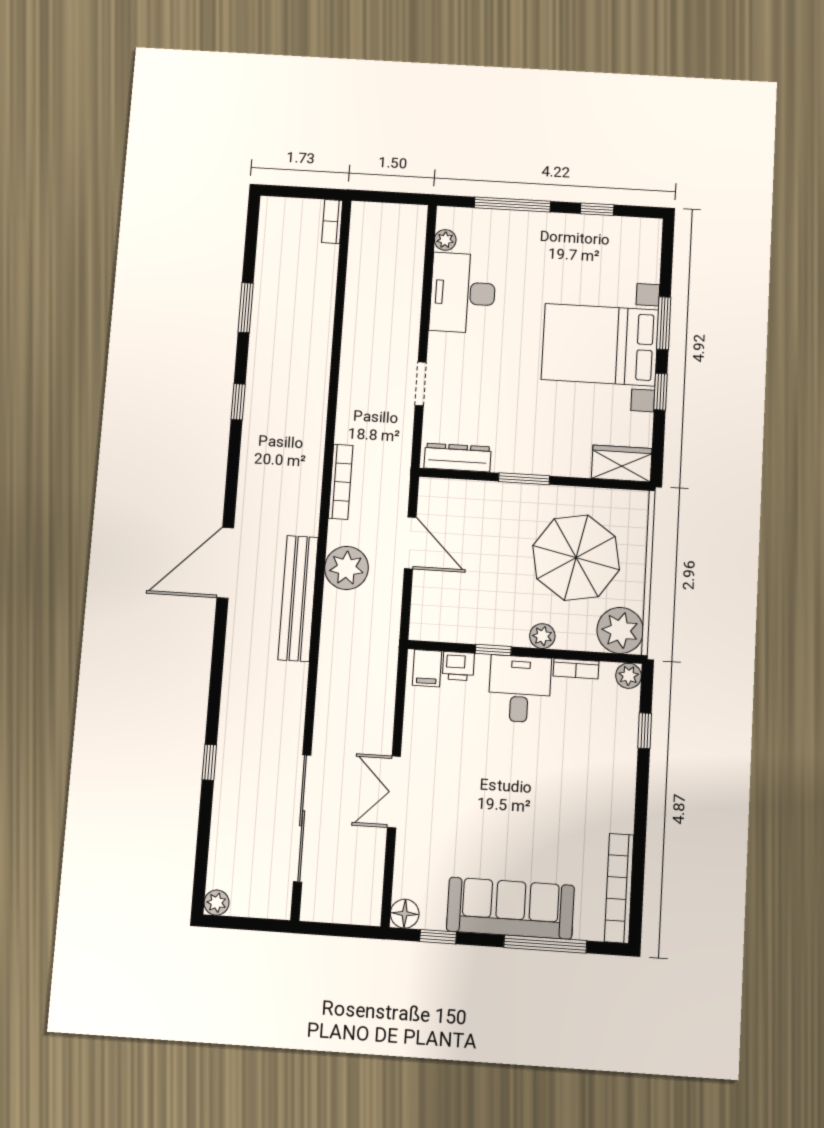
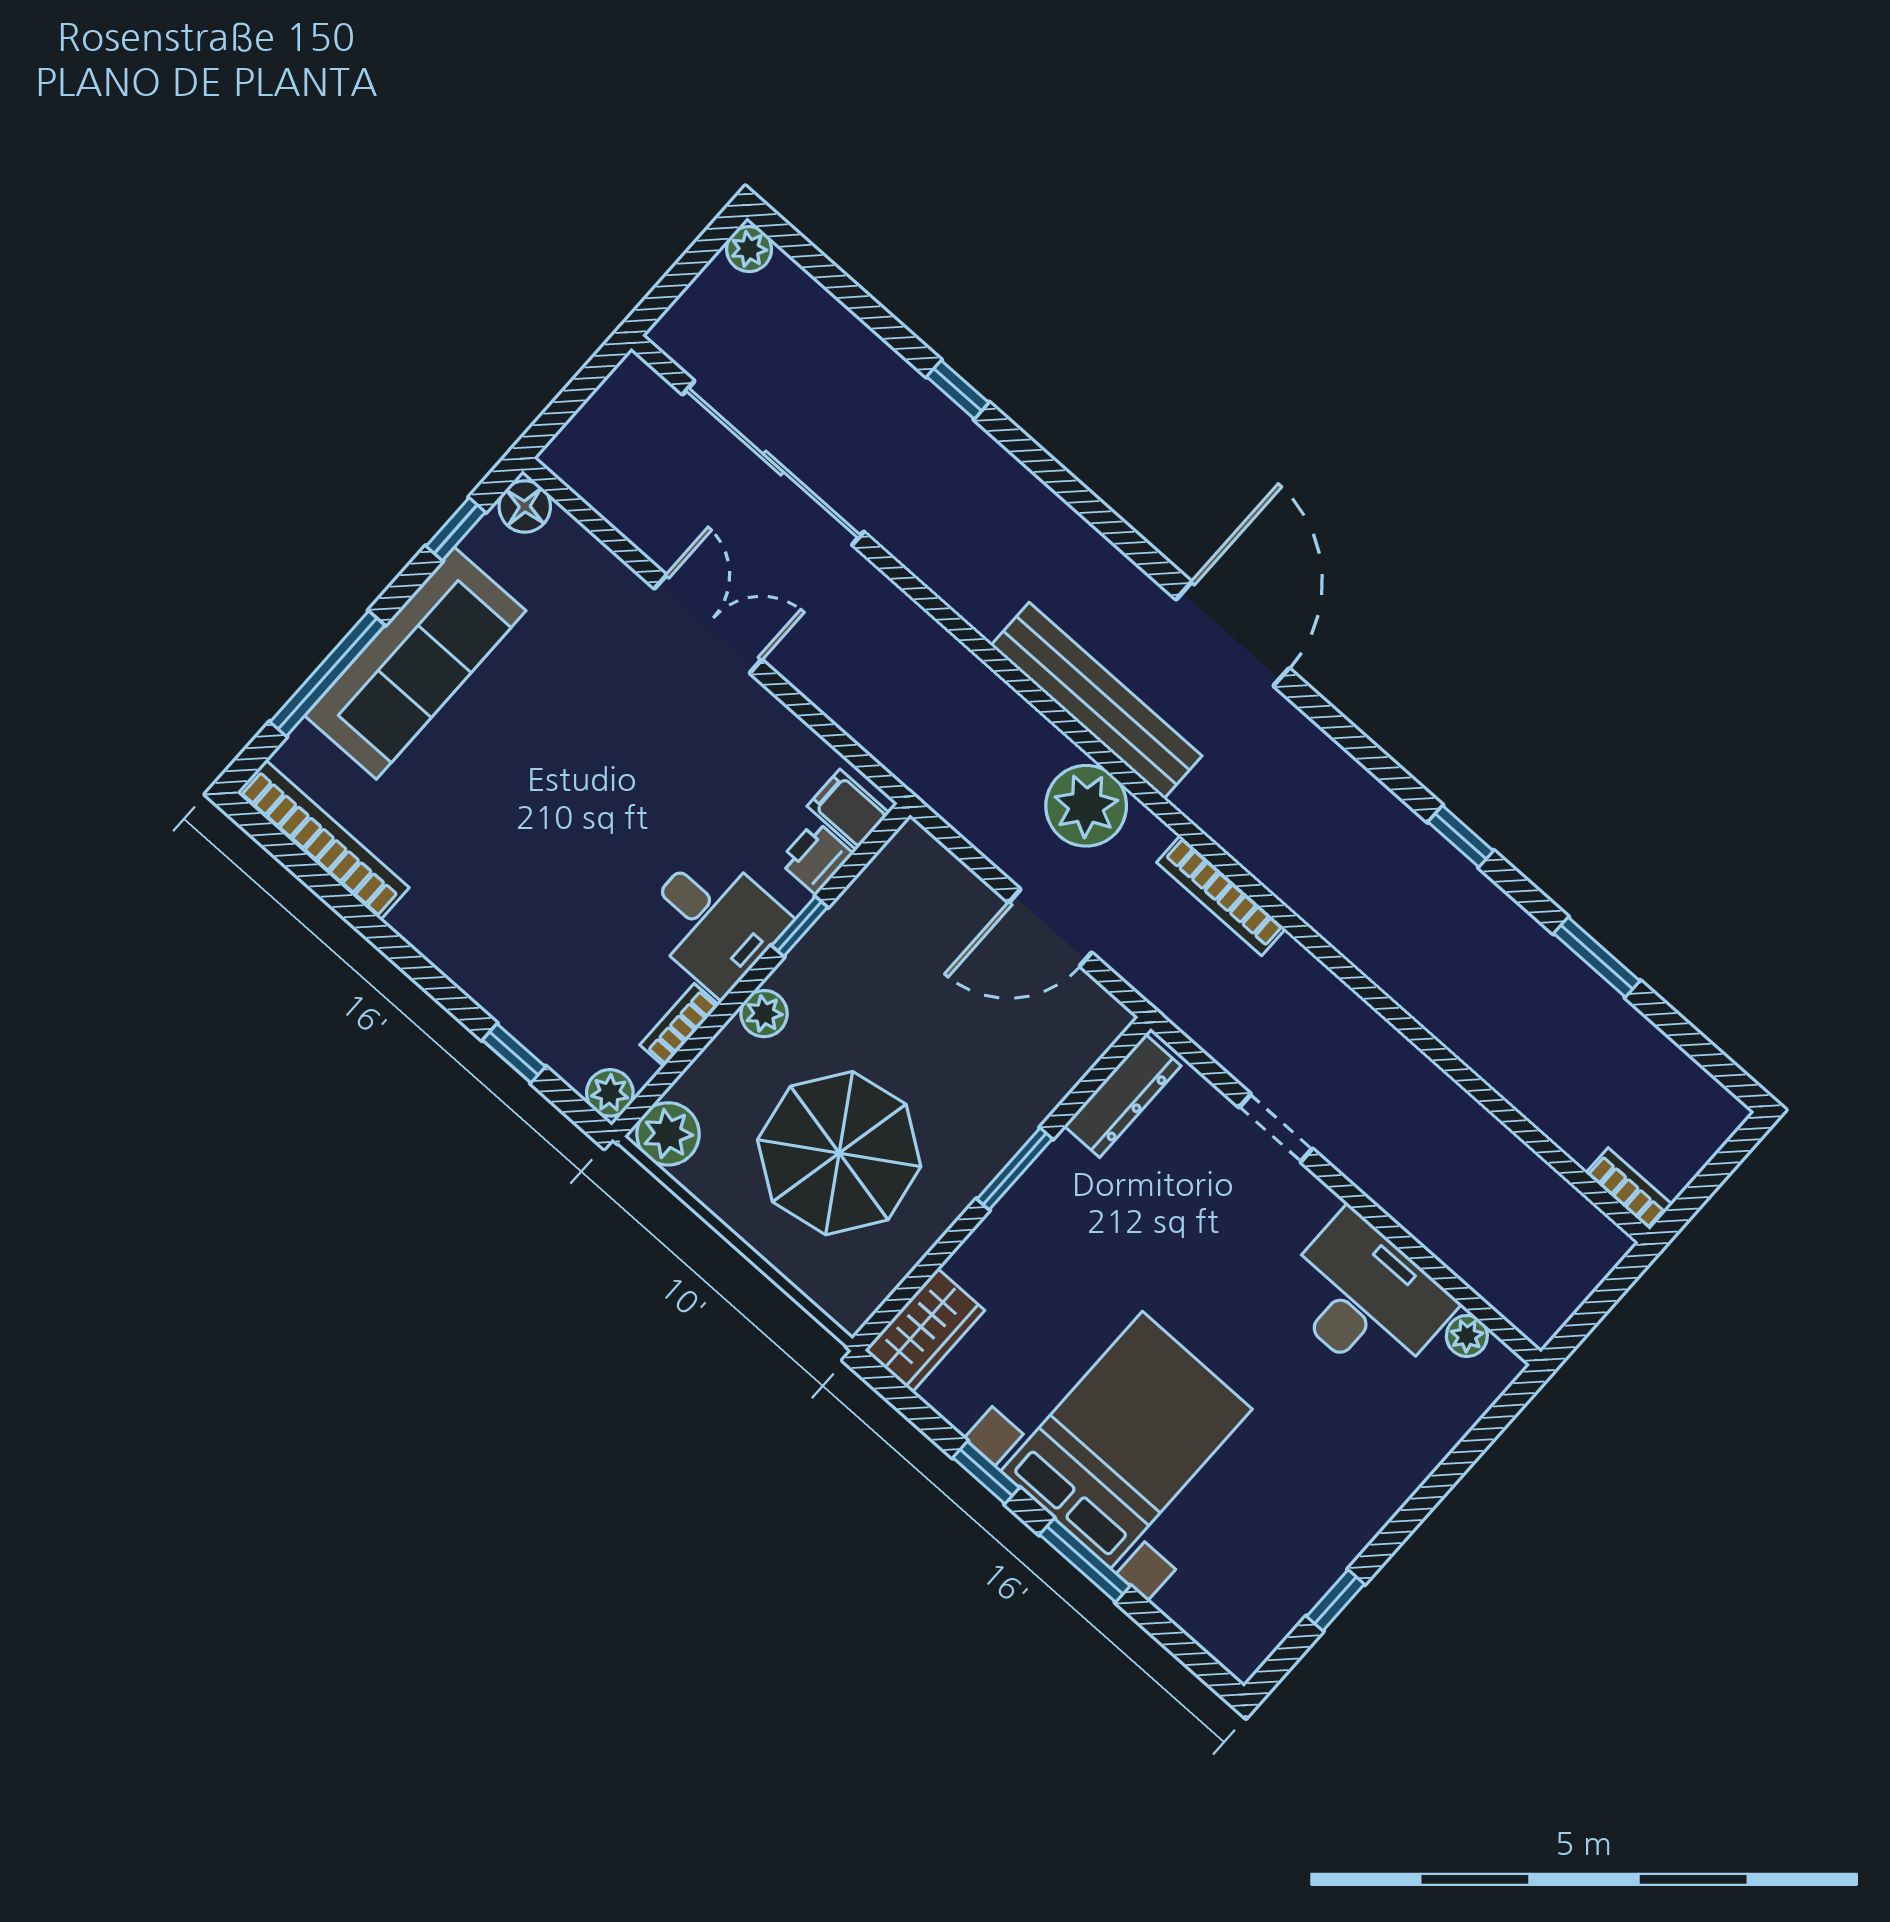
window: (512, 204) -> (1443, 1480), removed
plant: (620, 630) -> (668, 1134), width x0.73, depth x0.73

